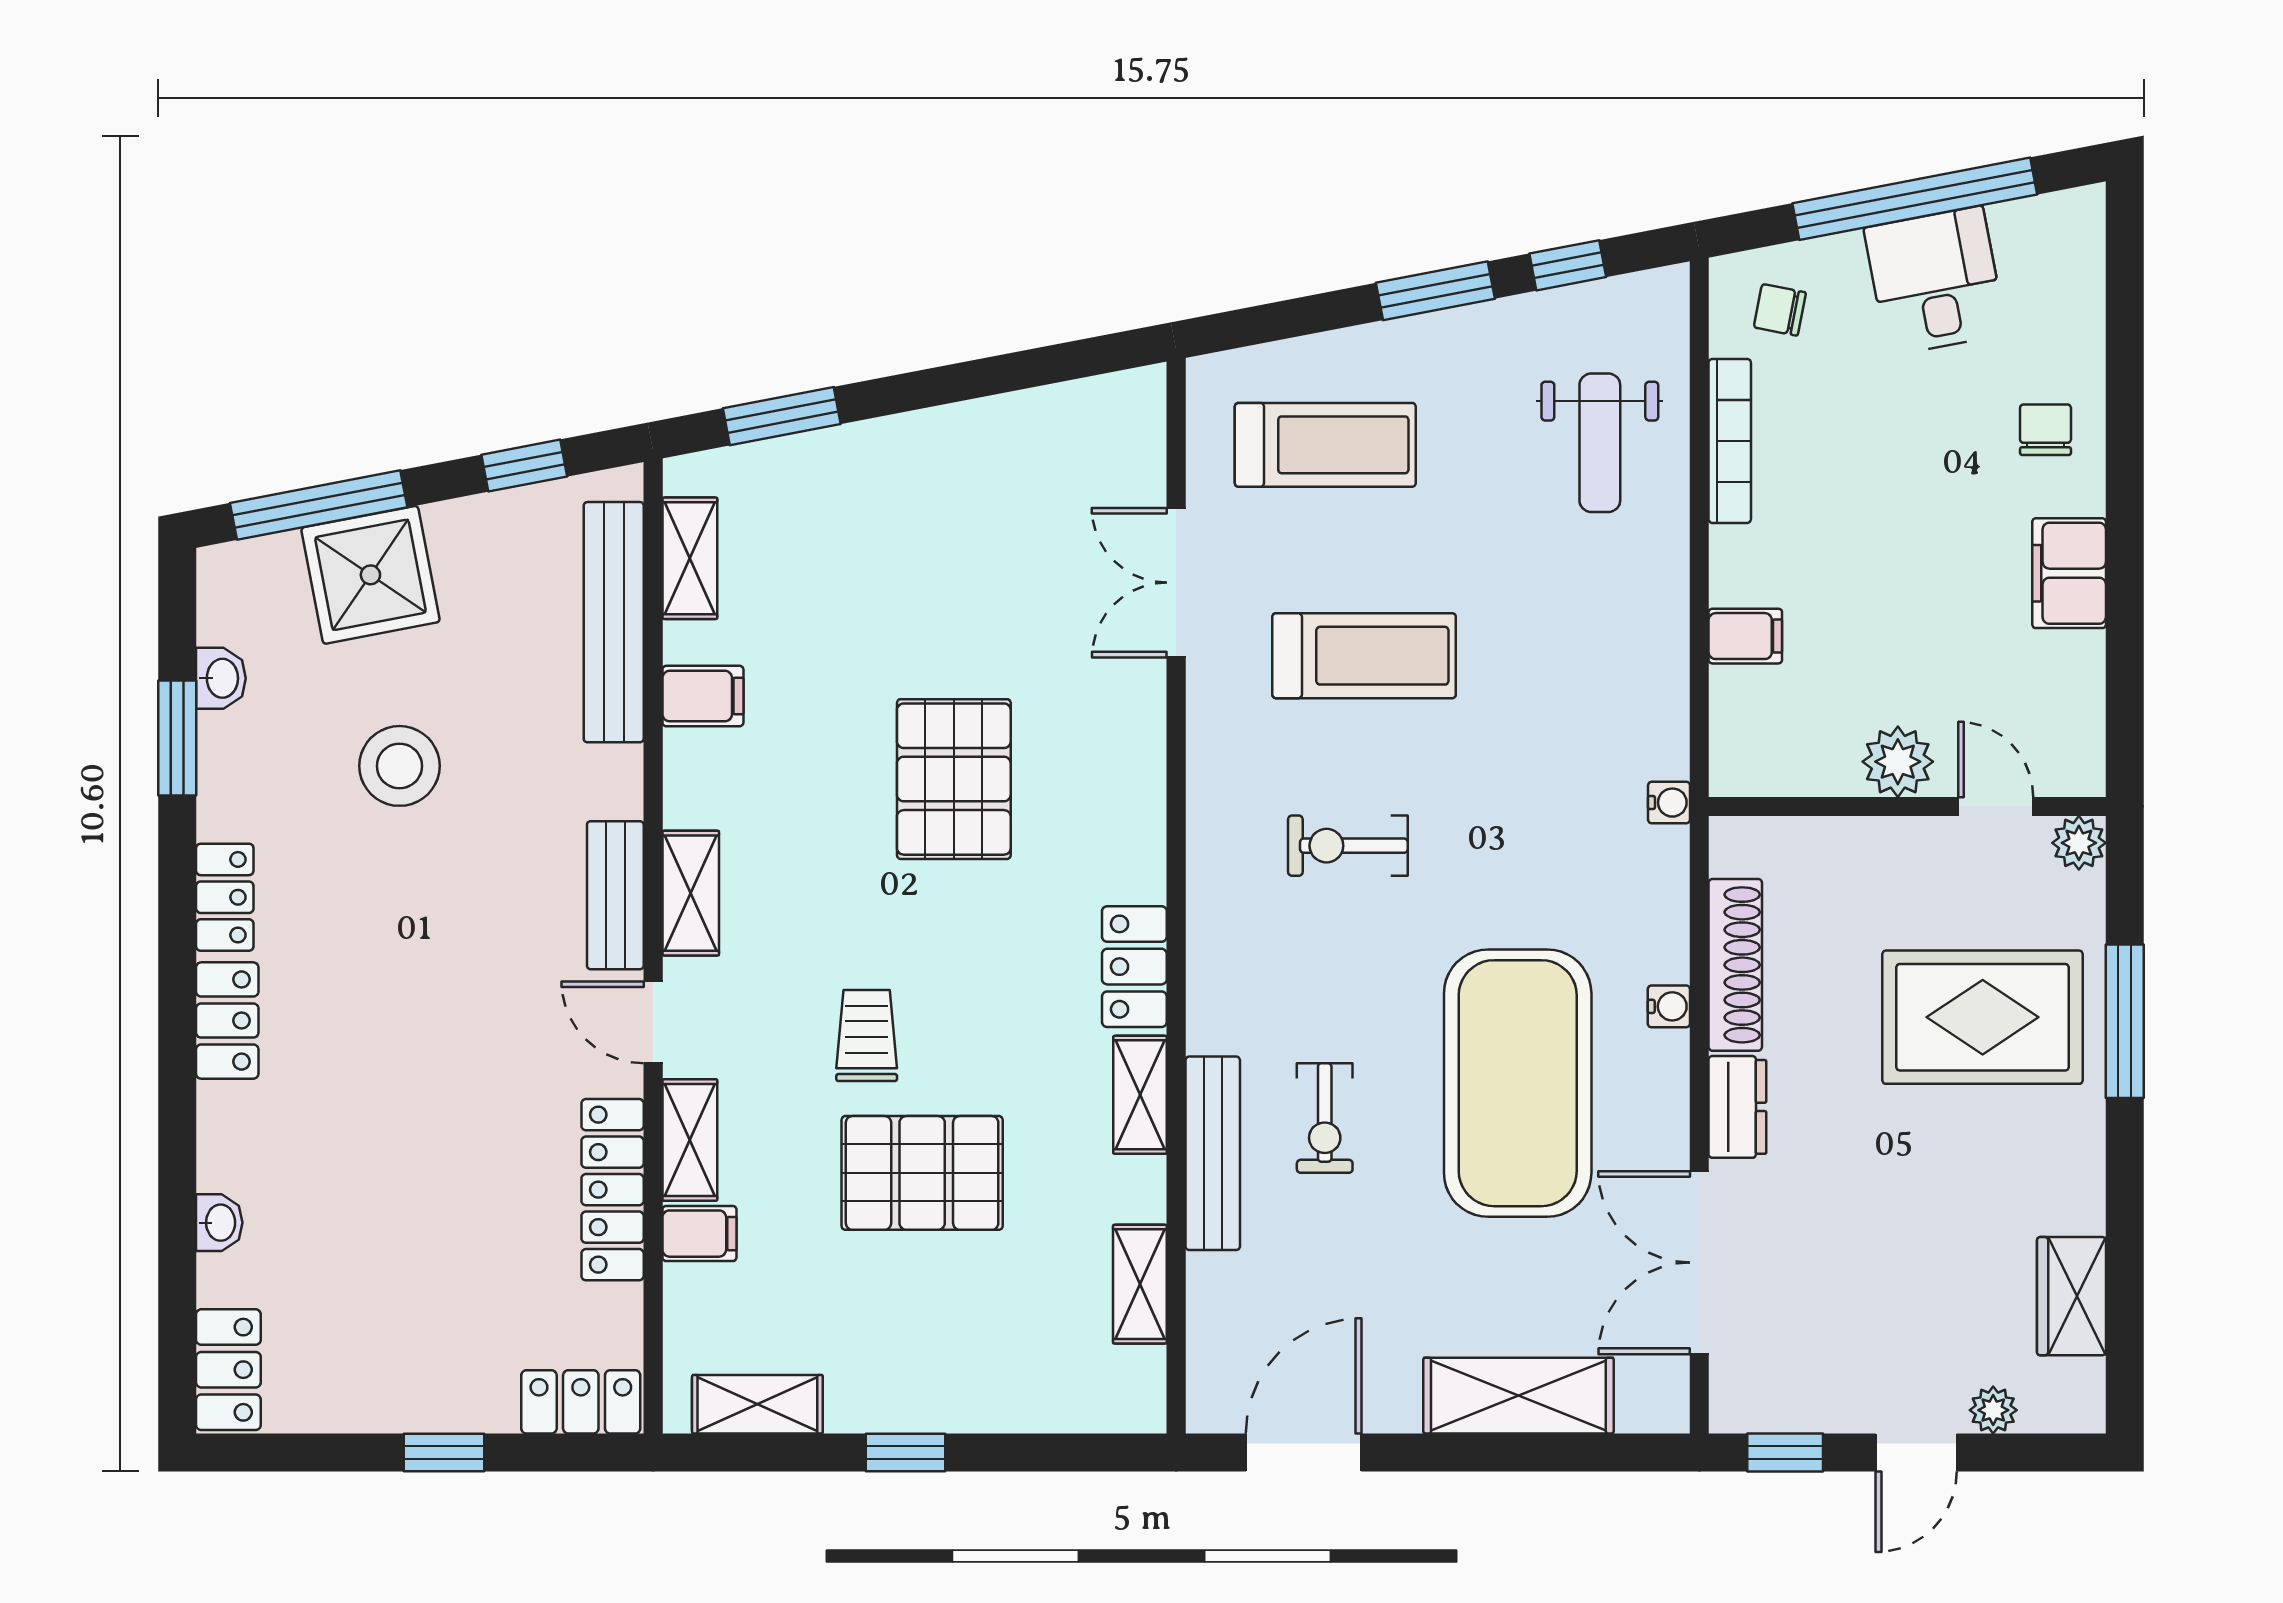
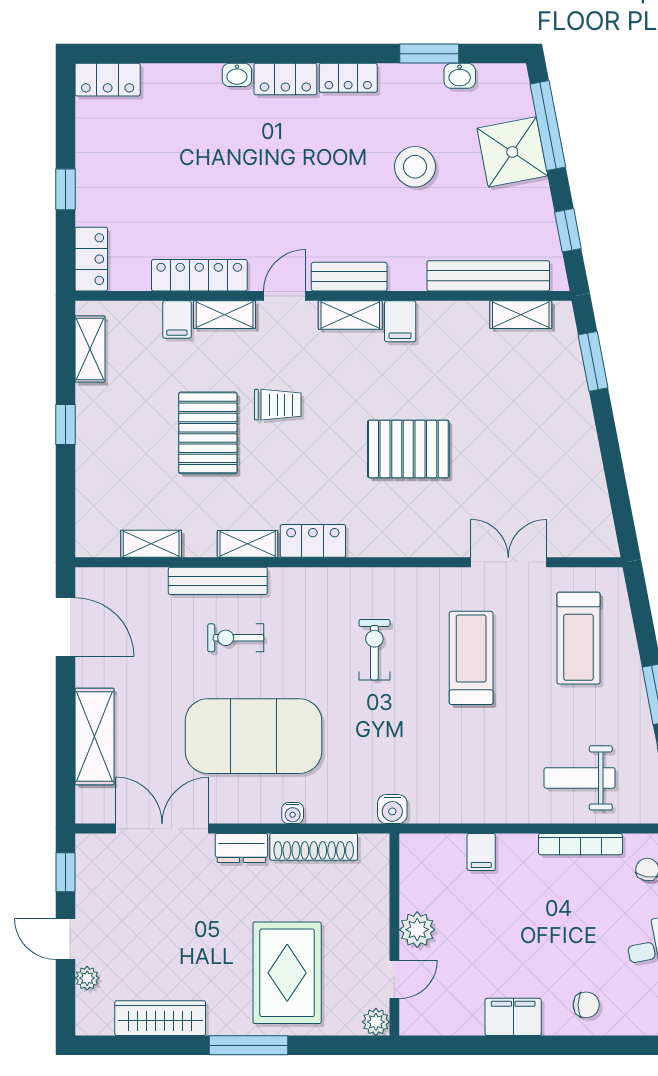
treadmill: (1364, 656) -> (471, 658), turned 180
filing cabinet: (703, 696) -> (400, 321), moved
water cooler: (1669, 803) -> (392, 809), width x1.38, depth x1.38
window: (2125, 1021) -> (248, 1045), moved
washbasin: (219, 1223) -> (237, 75), moved
wardrobe: (2071, 1296) -> (160, 1018), width x1.50

